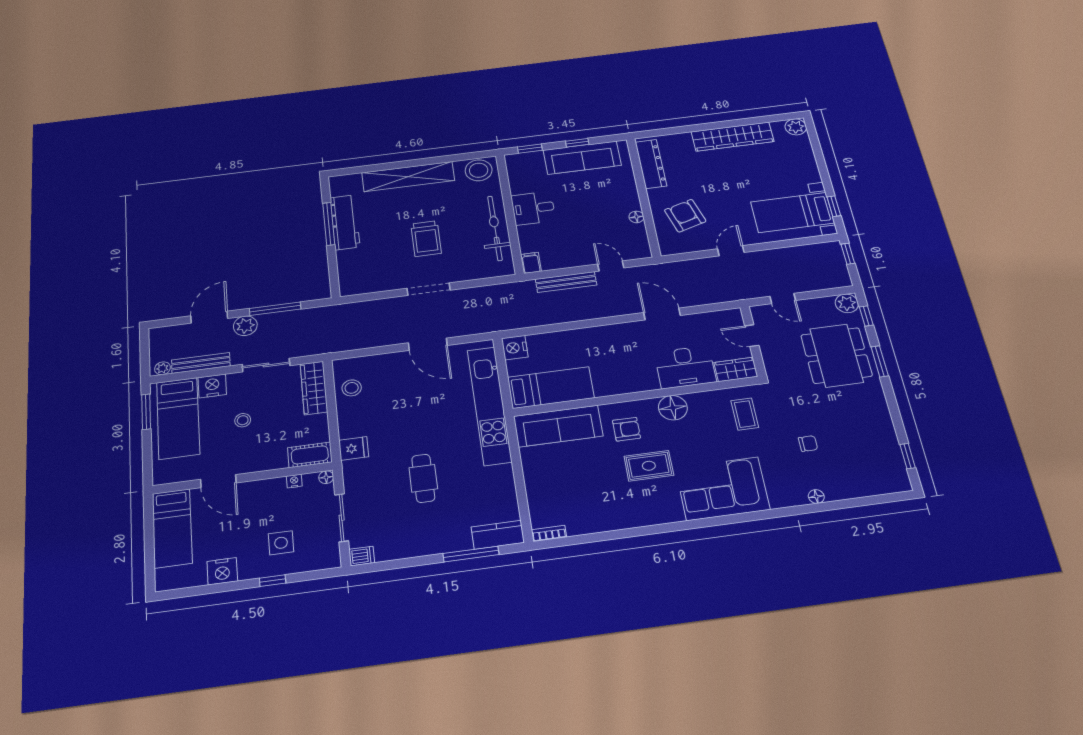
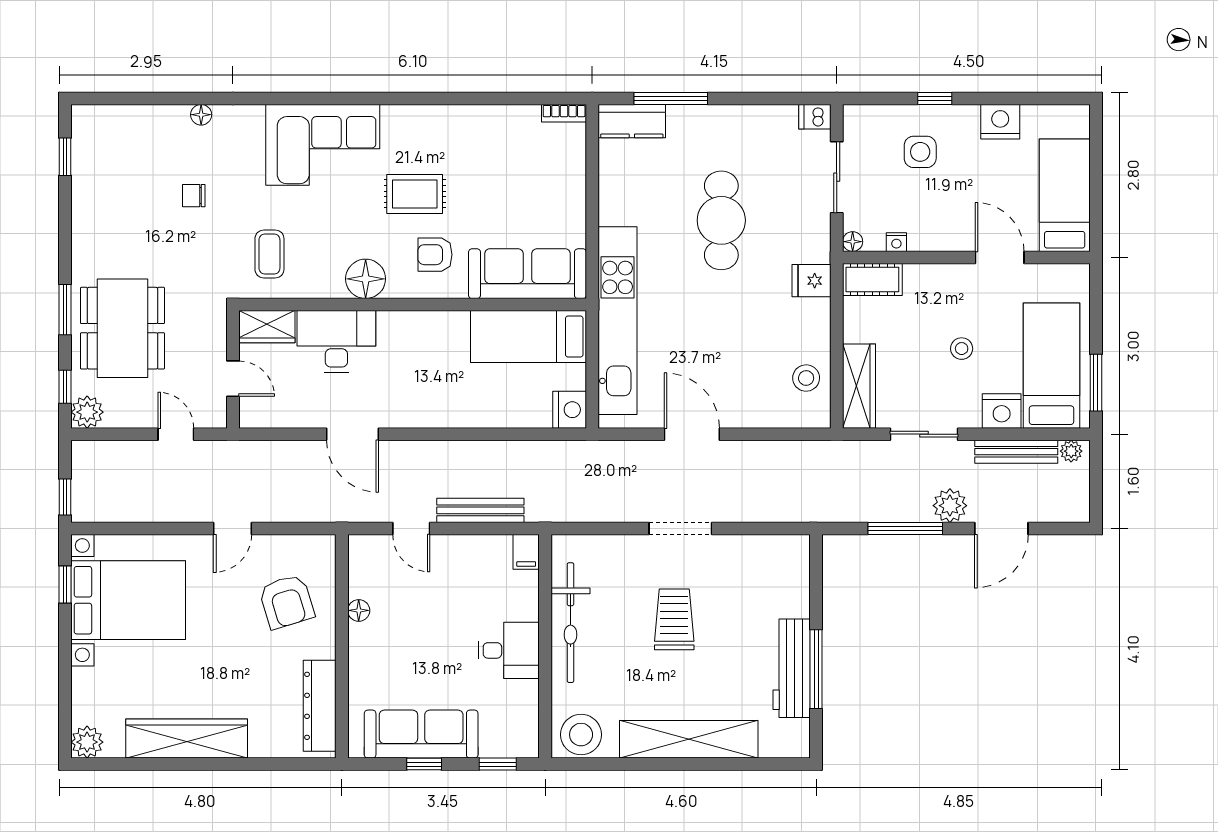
bed with nightstands: (792, 212) -> (128, 600), width x1.36
cafe table: (423, 478) -> (721, 220), width x1.37, depth x1.35

